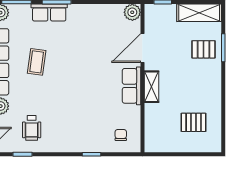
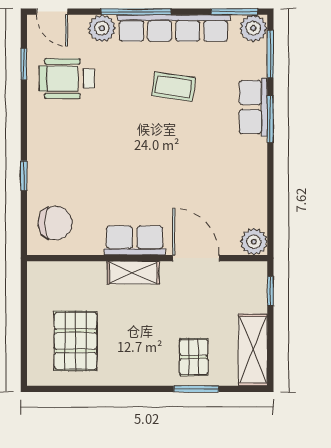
pallet: (194, 122) -> (75, 341), width x1.50, depth x1.42
wheelchair: (32, 128) -> (67, 79), width x1.36, depth x1.37
chair: (121, 135) -> (55, 223), width x1.87, depth x1.87

